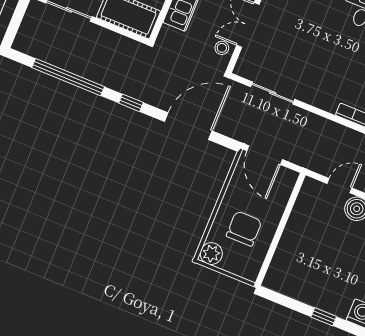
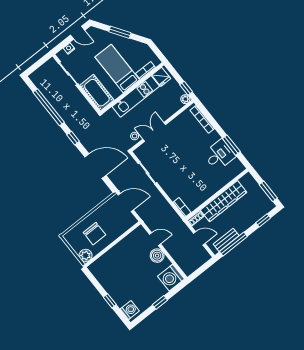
door: (265, 155) -> (126, 202), swing flipped
chair: (244, 229) -> (95, 234), turned 90
plant: (211, 254) -> (86, 255), moved

